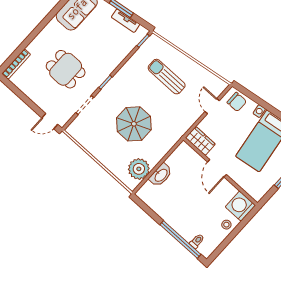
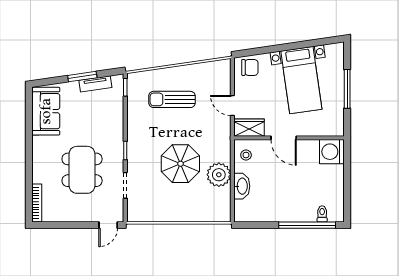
dining table: (66, 69) -> (82, 170), width x1.38
door: (212, 106) -> (232, 105), moved
plant: (139, 169) -> (219, 175), moved
stool: (226, 225) -> (246, 155), moved

